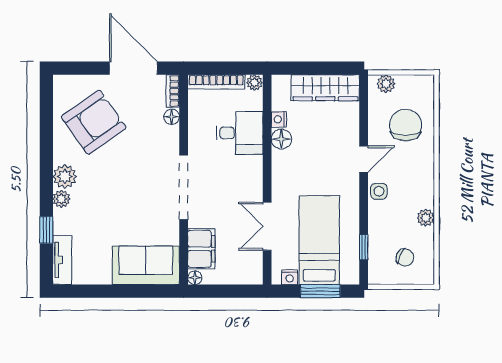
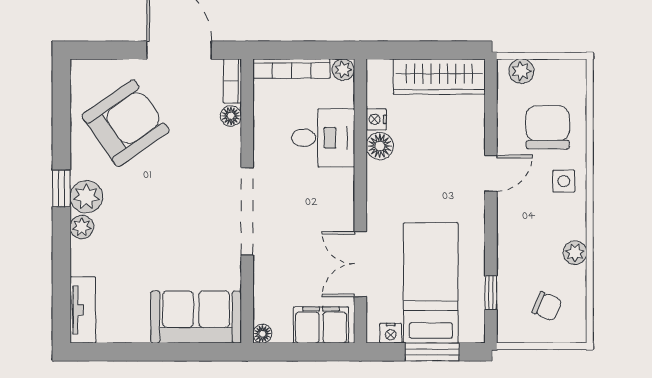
side table: (379, 191) -> (564, 181), moved
window: (46, 230) -> (61, 188), moved
filing cabinet: (201, 249) -> (321, 325), moved, turned -90

